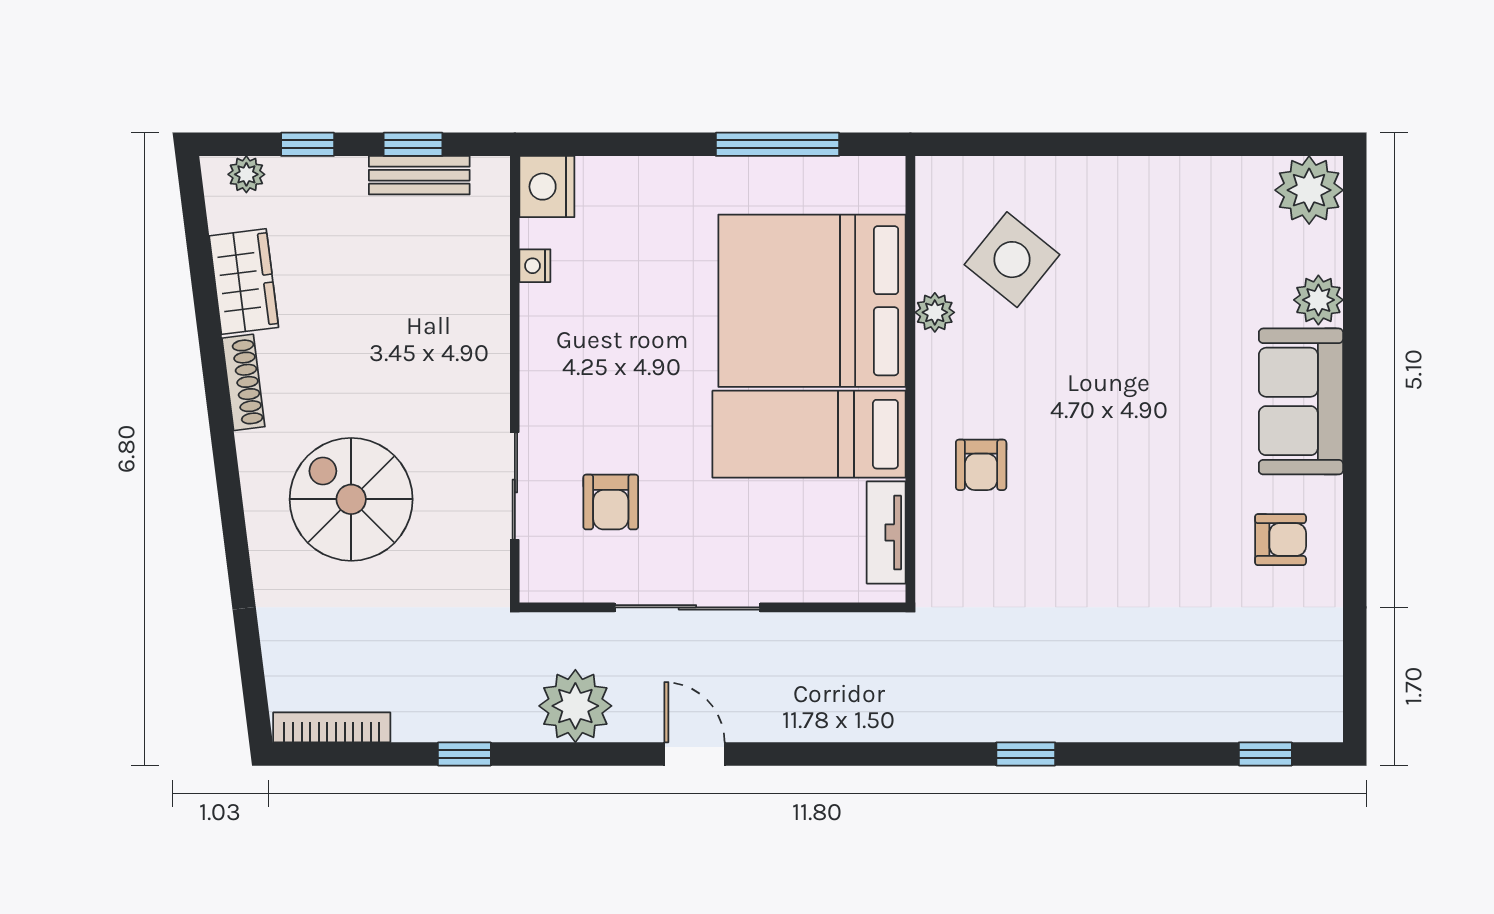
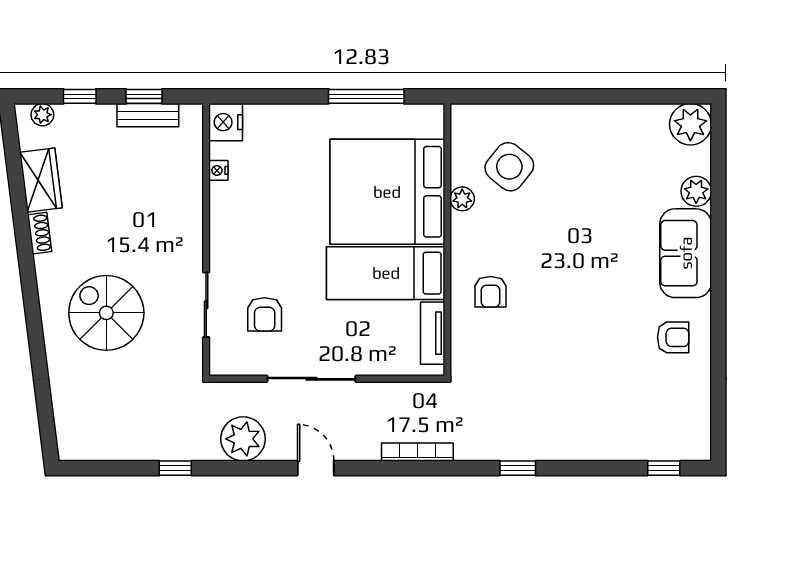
shoe rack: (243, 382) -> (40, 233), width x0.70
bookcase: (332, 727) -> (417, 452), moved

